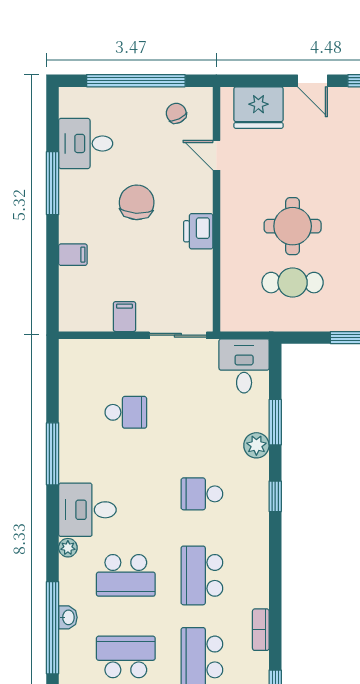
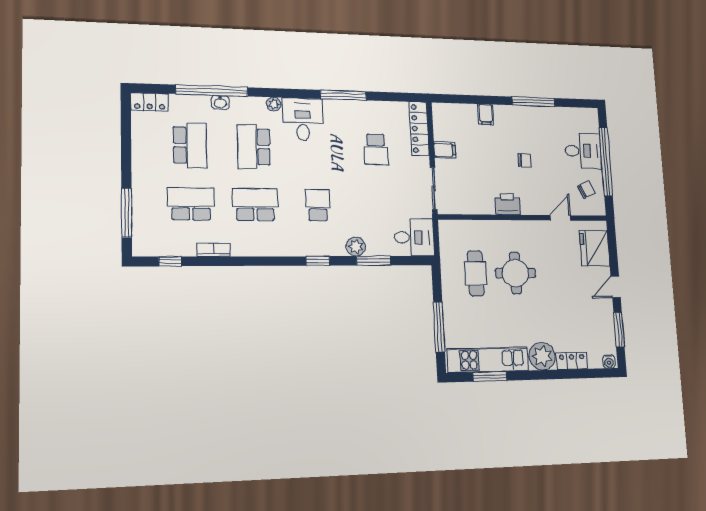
desk: (86, 143) -> (583, 151), moved, turned 90
chair: (137, 202) -> (524, 160), width x0.54, depth x0.54
locker: (96, 351) -> (419, 129), added

